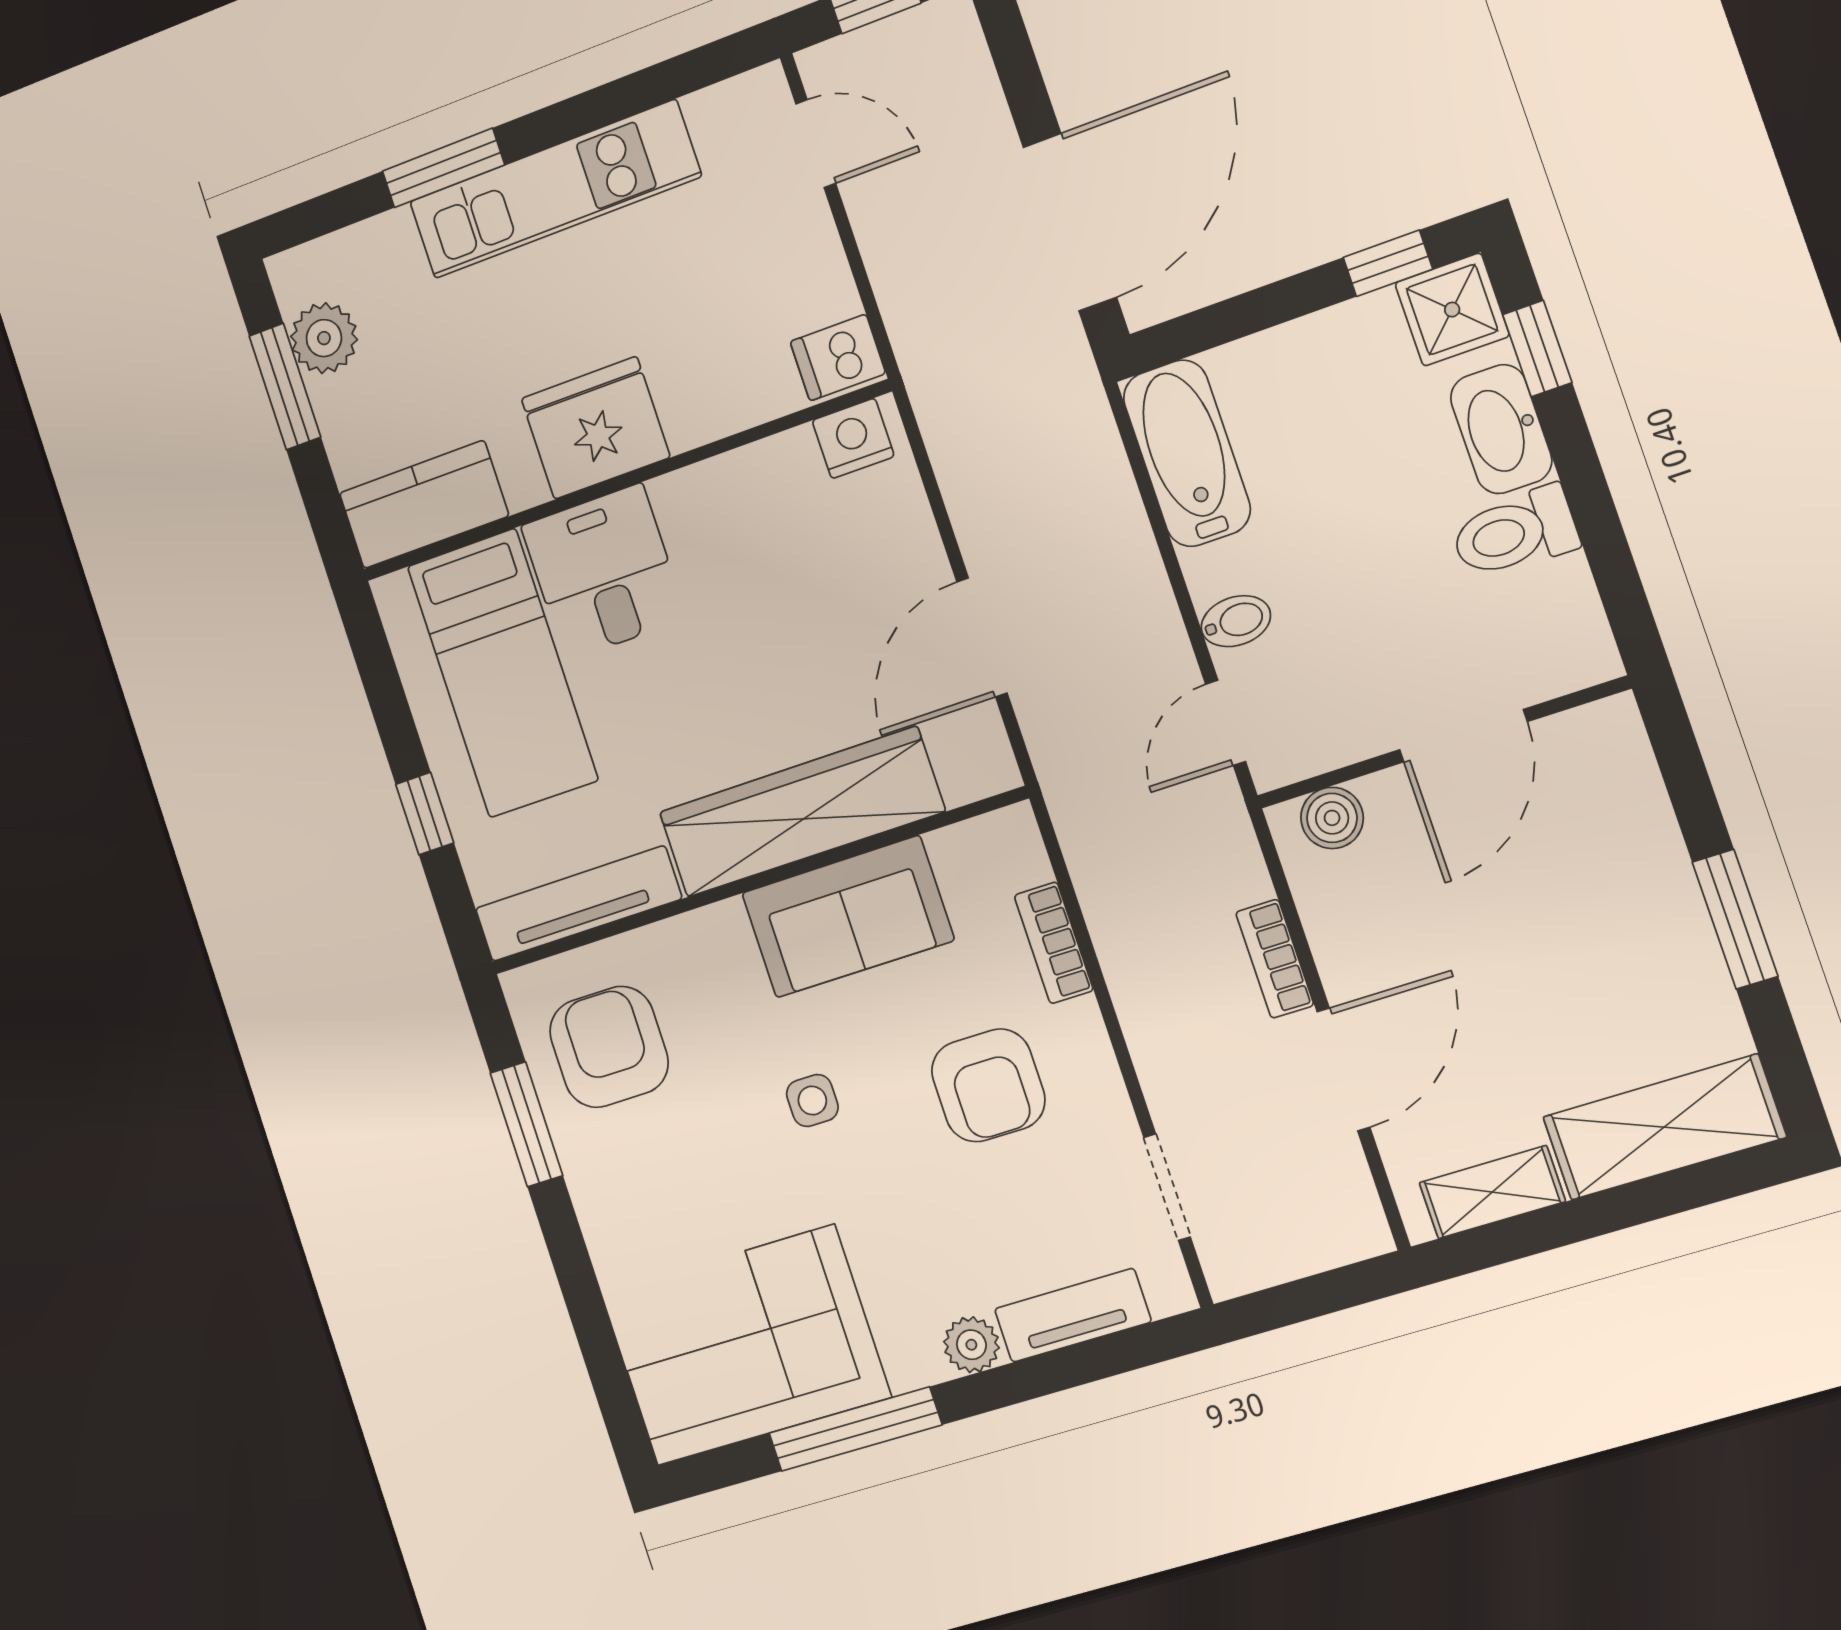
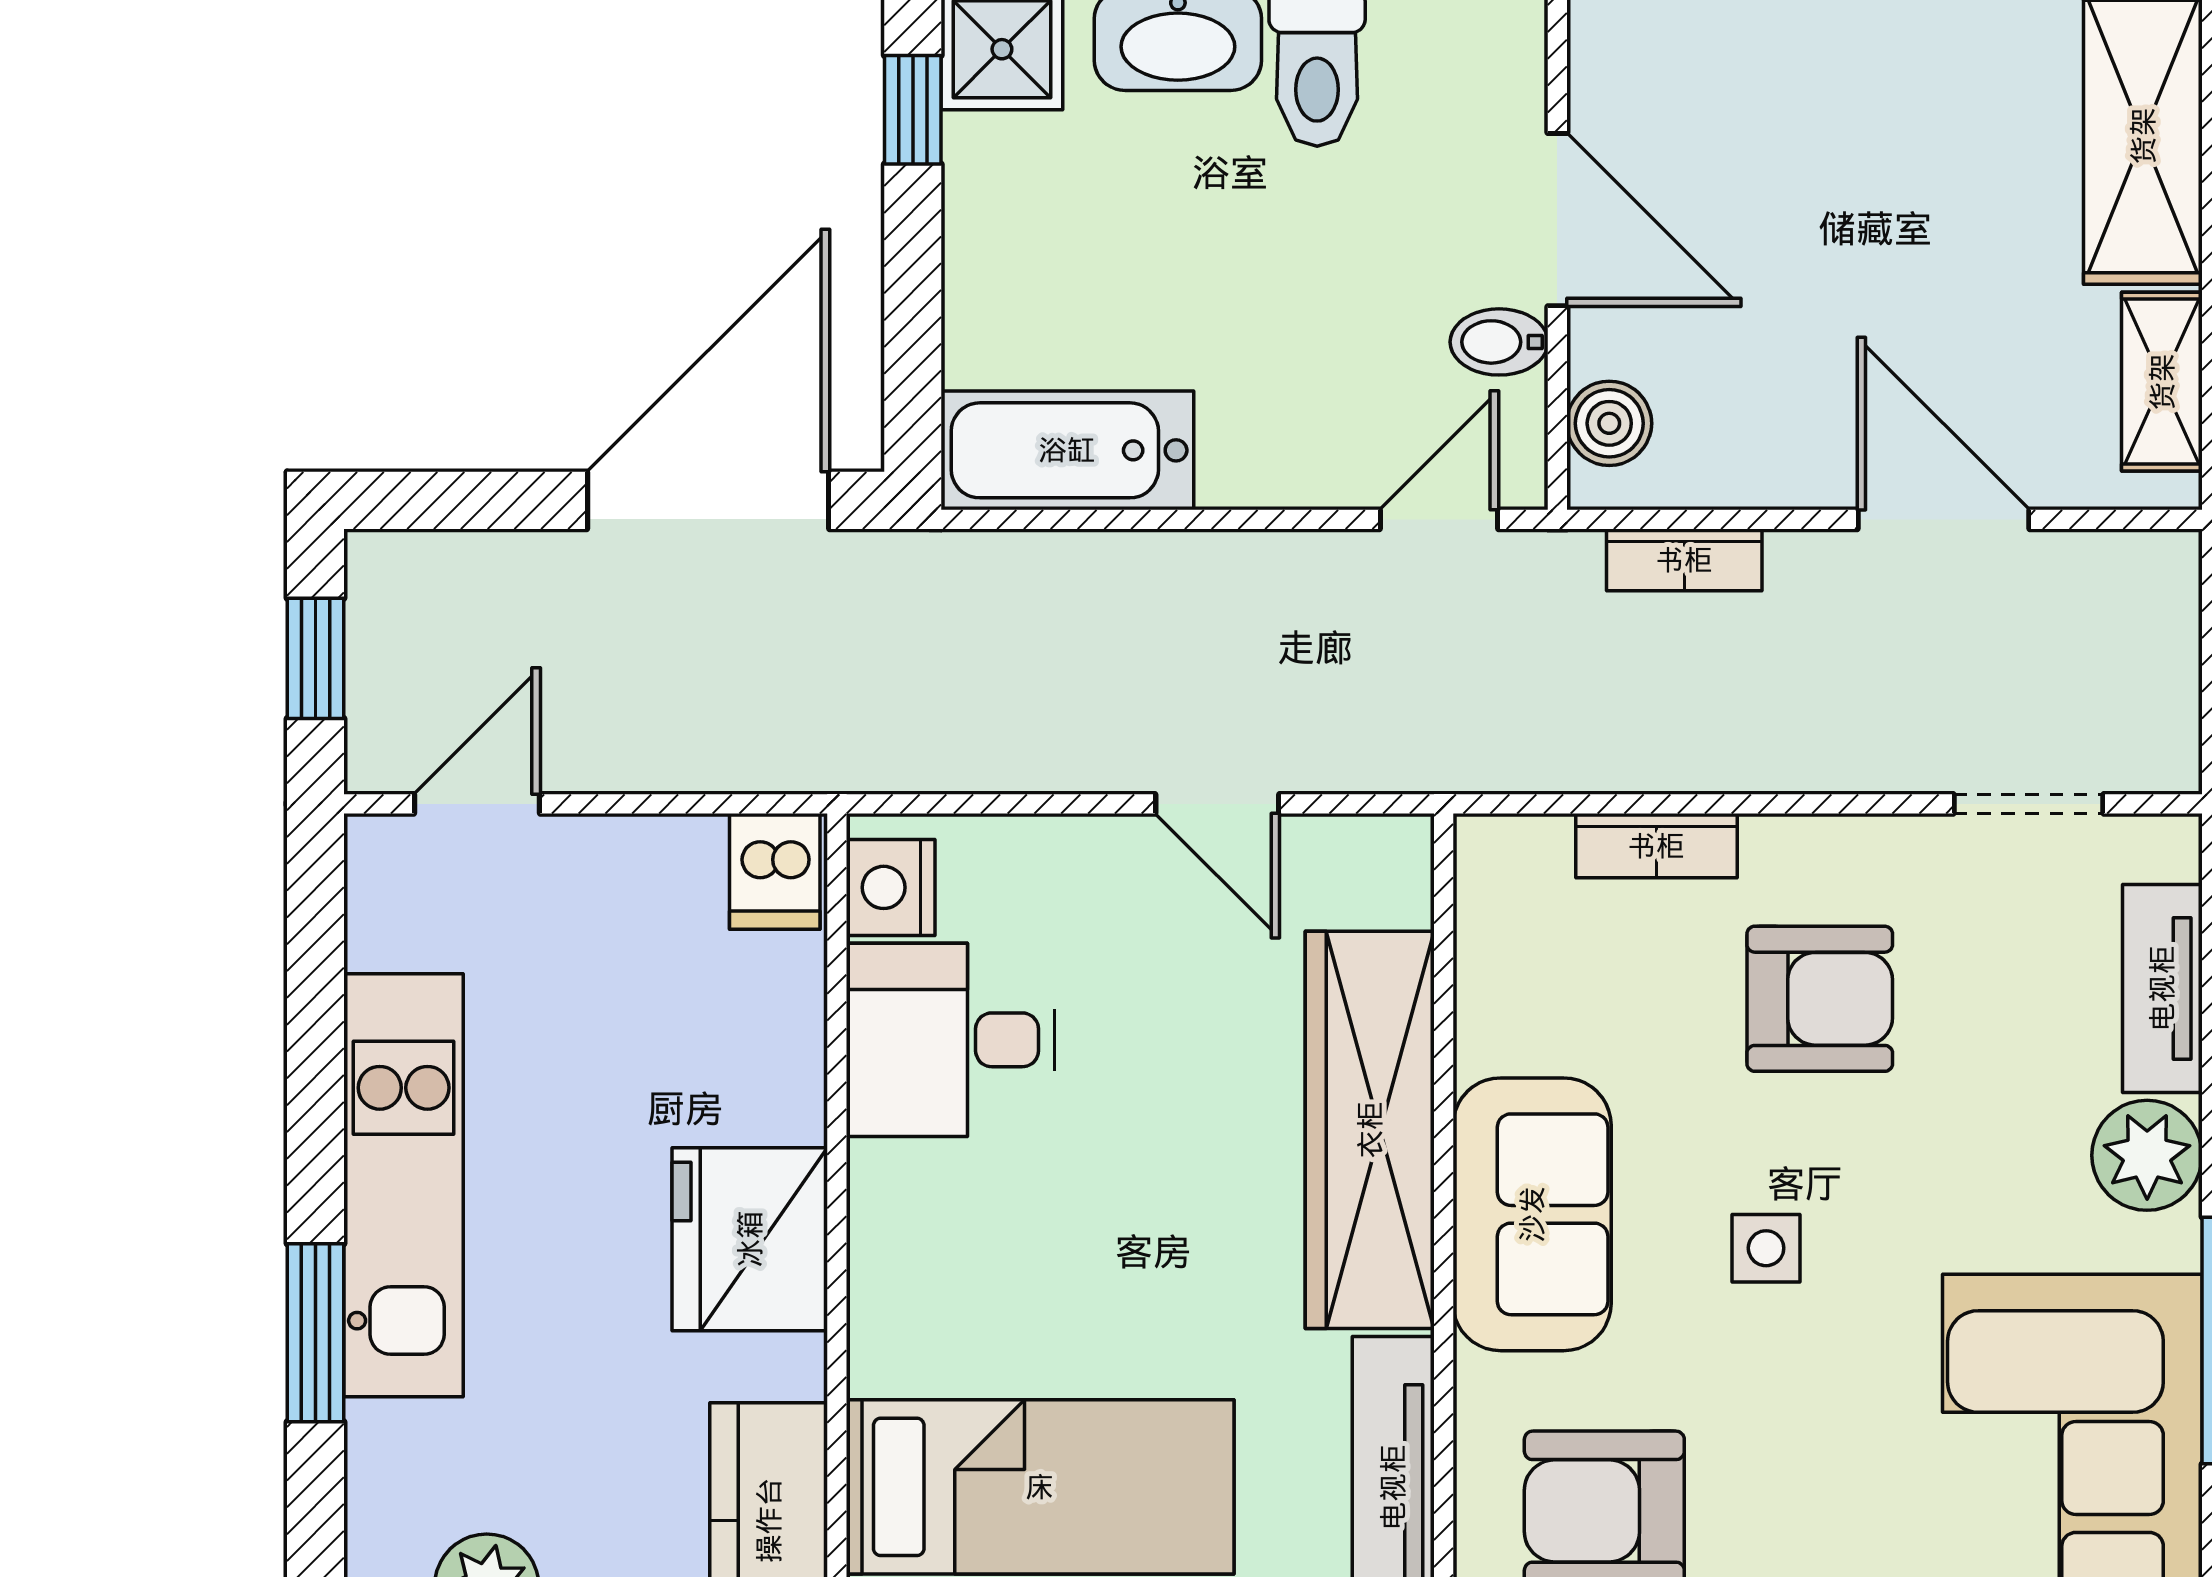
door: (1070, 222) -> (708, 500), hinge flipped
desk: (604, 572) -> (951, 1040), moved
bidet: (1236, 621) -> (1499, 342), moved, turned -90
door: (982, 637) -> (1217, 804), width x0.73
door: (1226, 723) -> (1439, 519), swing flipped
sofa: (848, 917) -> (1532, 1214), moved
bookcase: (1275, 959) -> (1684, 560), moved
plant: (971, 1345) -> (2147, 1155), width x1.38, depth x1.38

